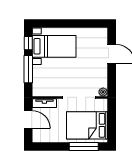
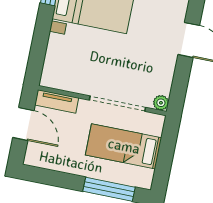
window: (28, 69) -> (41, 38), removed
bed: (87, 125) -> (124, 146), width x0.67

